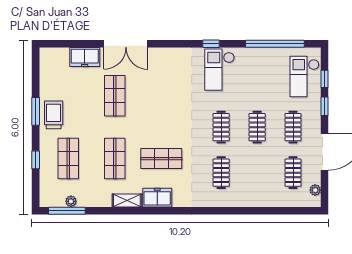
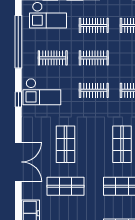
double door: (126, 44) -> (18, 162), moved
clothes rail: (257, 82) -> (53, 58), added
shop shelf: (161, 96) -> (65, 144), added

